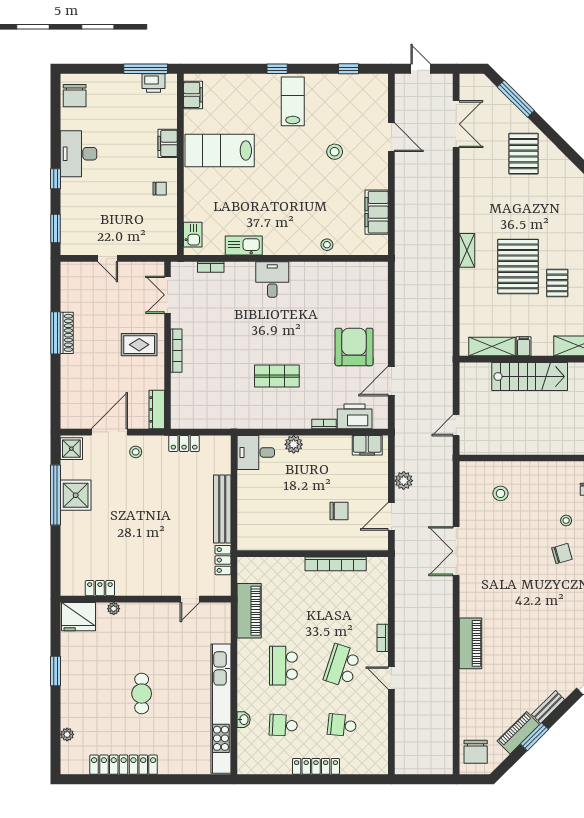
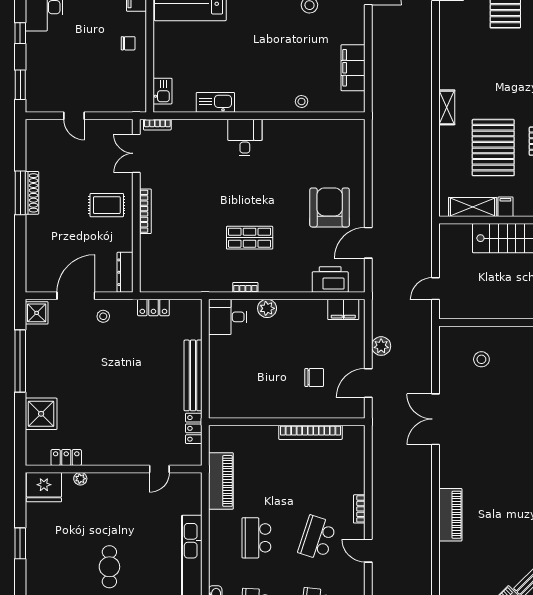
pallet: (518, 266) -> (493, 148), moved
bookcase: (211, 267) -> (157, 125), moved
bookcase: (324, 424) -> (245, 287), moved
shower: (76, 495) -> (41, 414), moved

